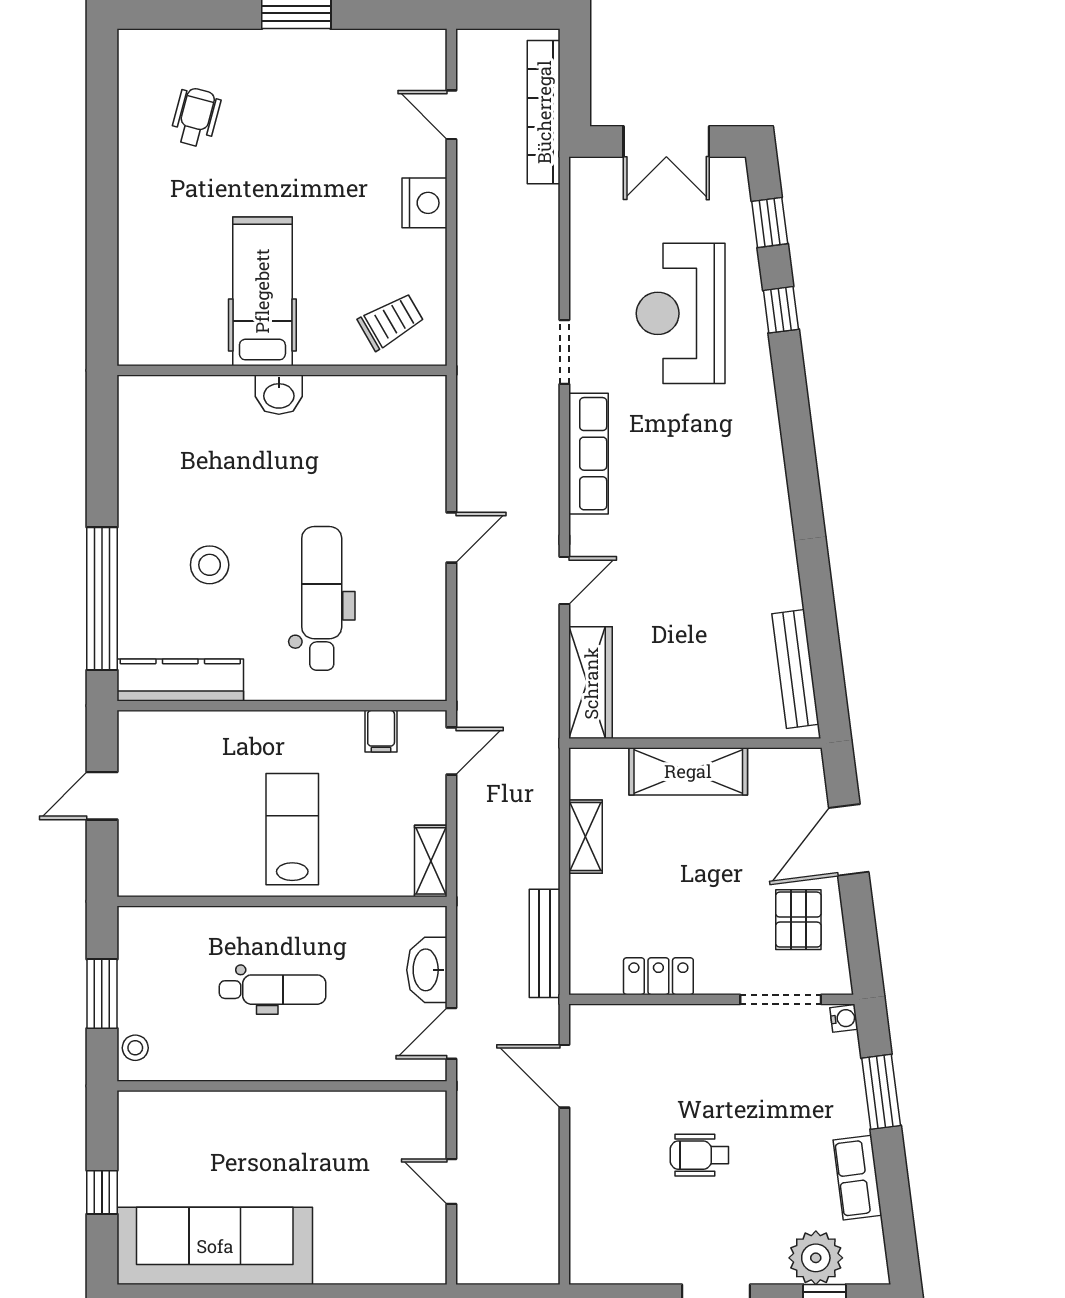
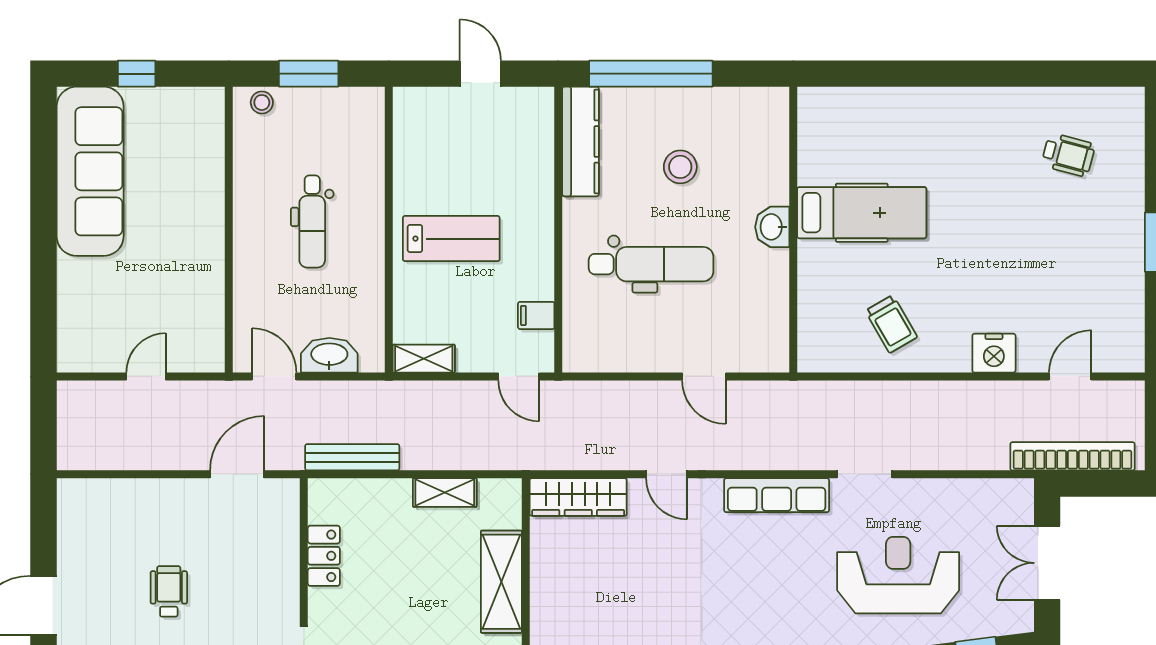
hospital bed: (262, 291) -> (862, 213), moved
wall: (282, 370) -> (793, 230), moved
washbasin: (279, 395) -> (772, 227), moved

